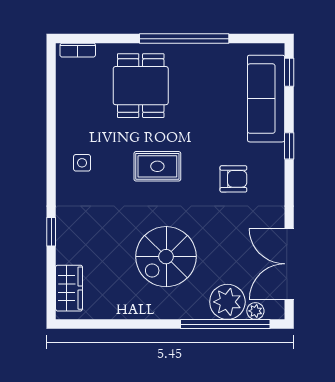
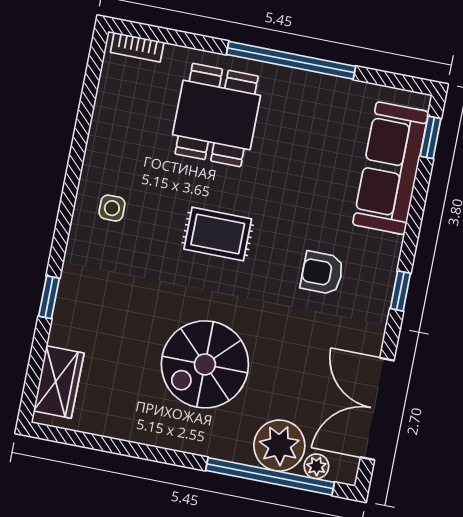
window: (289, 146) -> (400, 291), moved
armchair: (233, 179) -> (322, 273), turned 180

